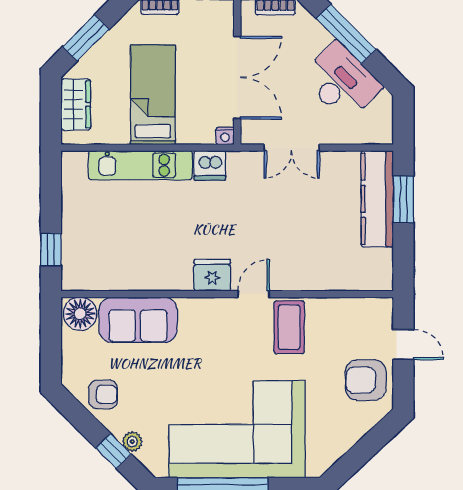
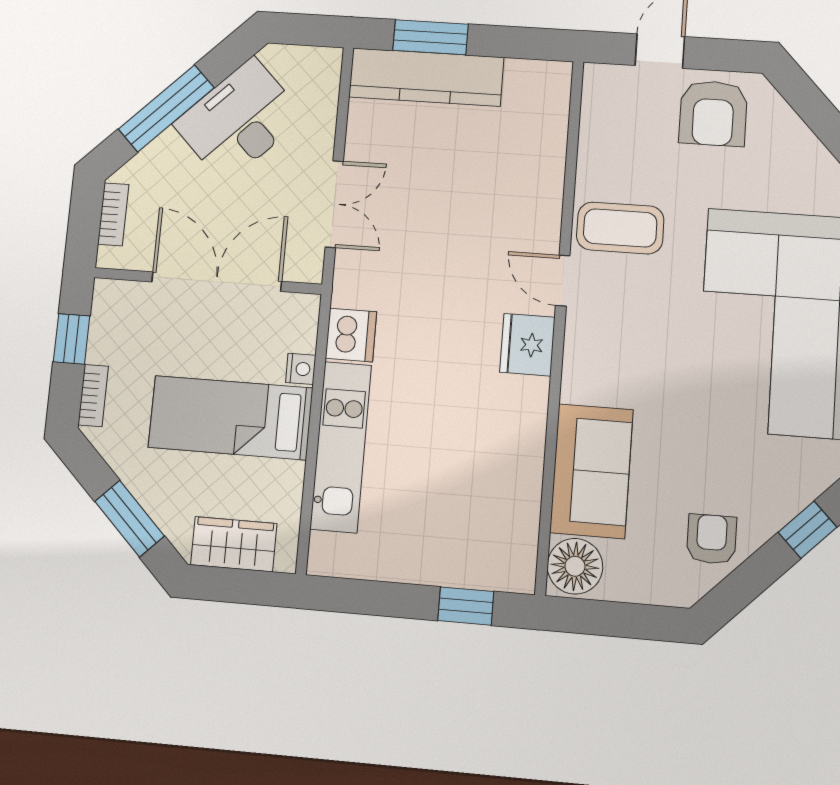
nightstand: (225, 136) -> (301, 369), moved
plant: (132, 442) -> (793, 497), removed

